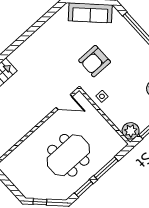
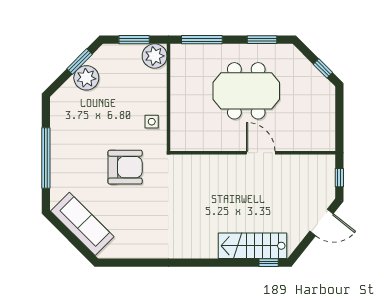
door: (64, 102) -> (261, 153), moved
window: (106, 168) -> (202, 40), moved

